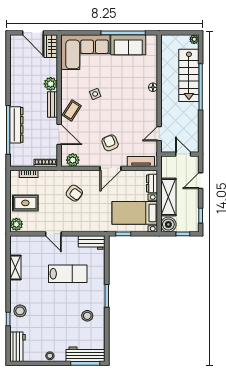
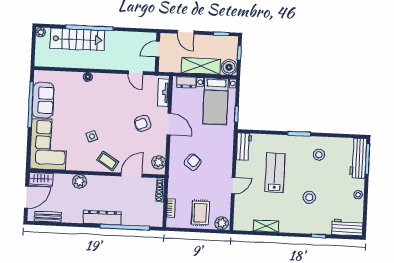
bench: (52, 104) -> (48, 217), moved
dresser: (16, 125) -> (102, 218), moved
stool: (20, 311) -> (309, 197), moved

